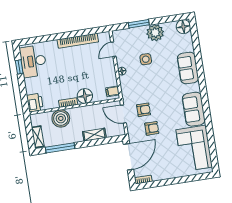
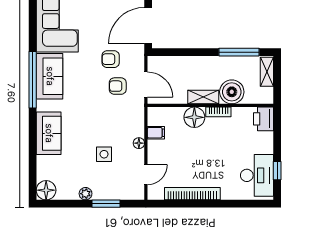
plant: (155, 33) -> (86, 194), width x0.53, depth x0.53
filing cabinet: (113, 91) -> (156, 133), moved
window: (206, 105) -> (33, 80), added
shelving: (94, 135) -> (203, 97), moved

